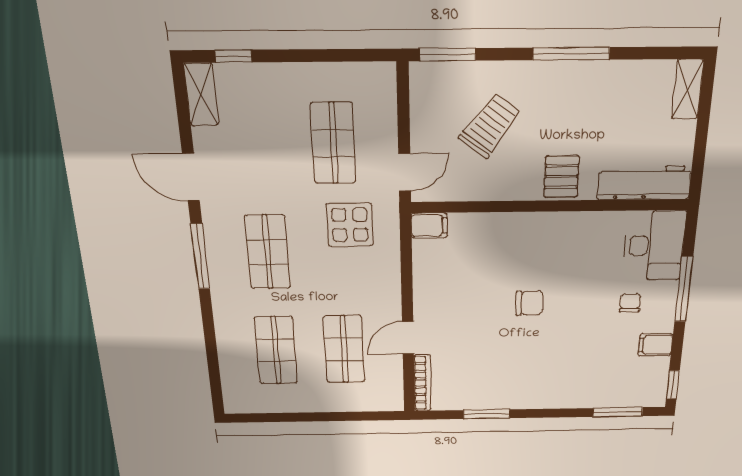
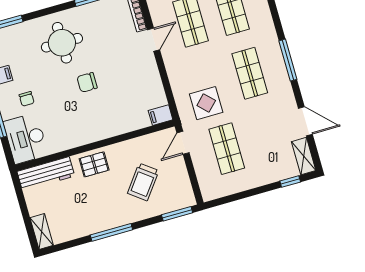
door: (191, 177) -> (305, 121), moved
pallet: (561, 177) -> (94, 164), turned 90
round table: (548, 367) -> (62, 43), added

